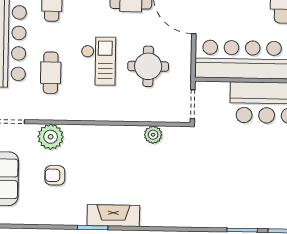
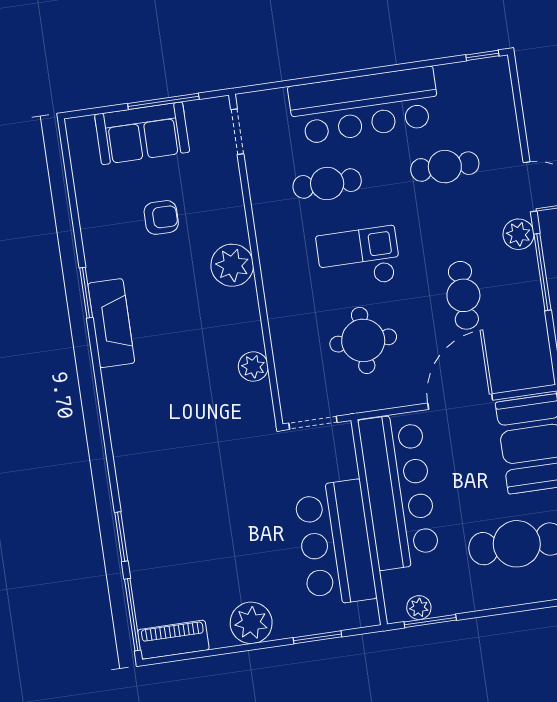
checkout: (98, 61) -> (359, 258), turned 180
plant: (51, 137) -> (232, 265), moved
armchair: (55, 175) -> (161, 217), turned 90

